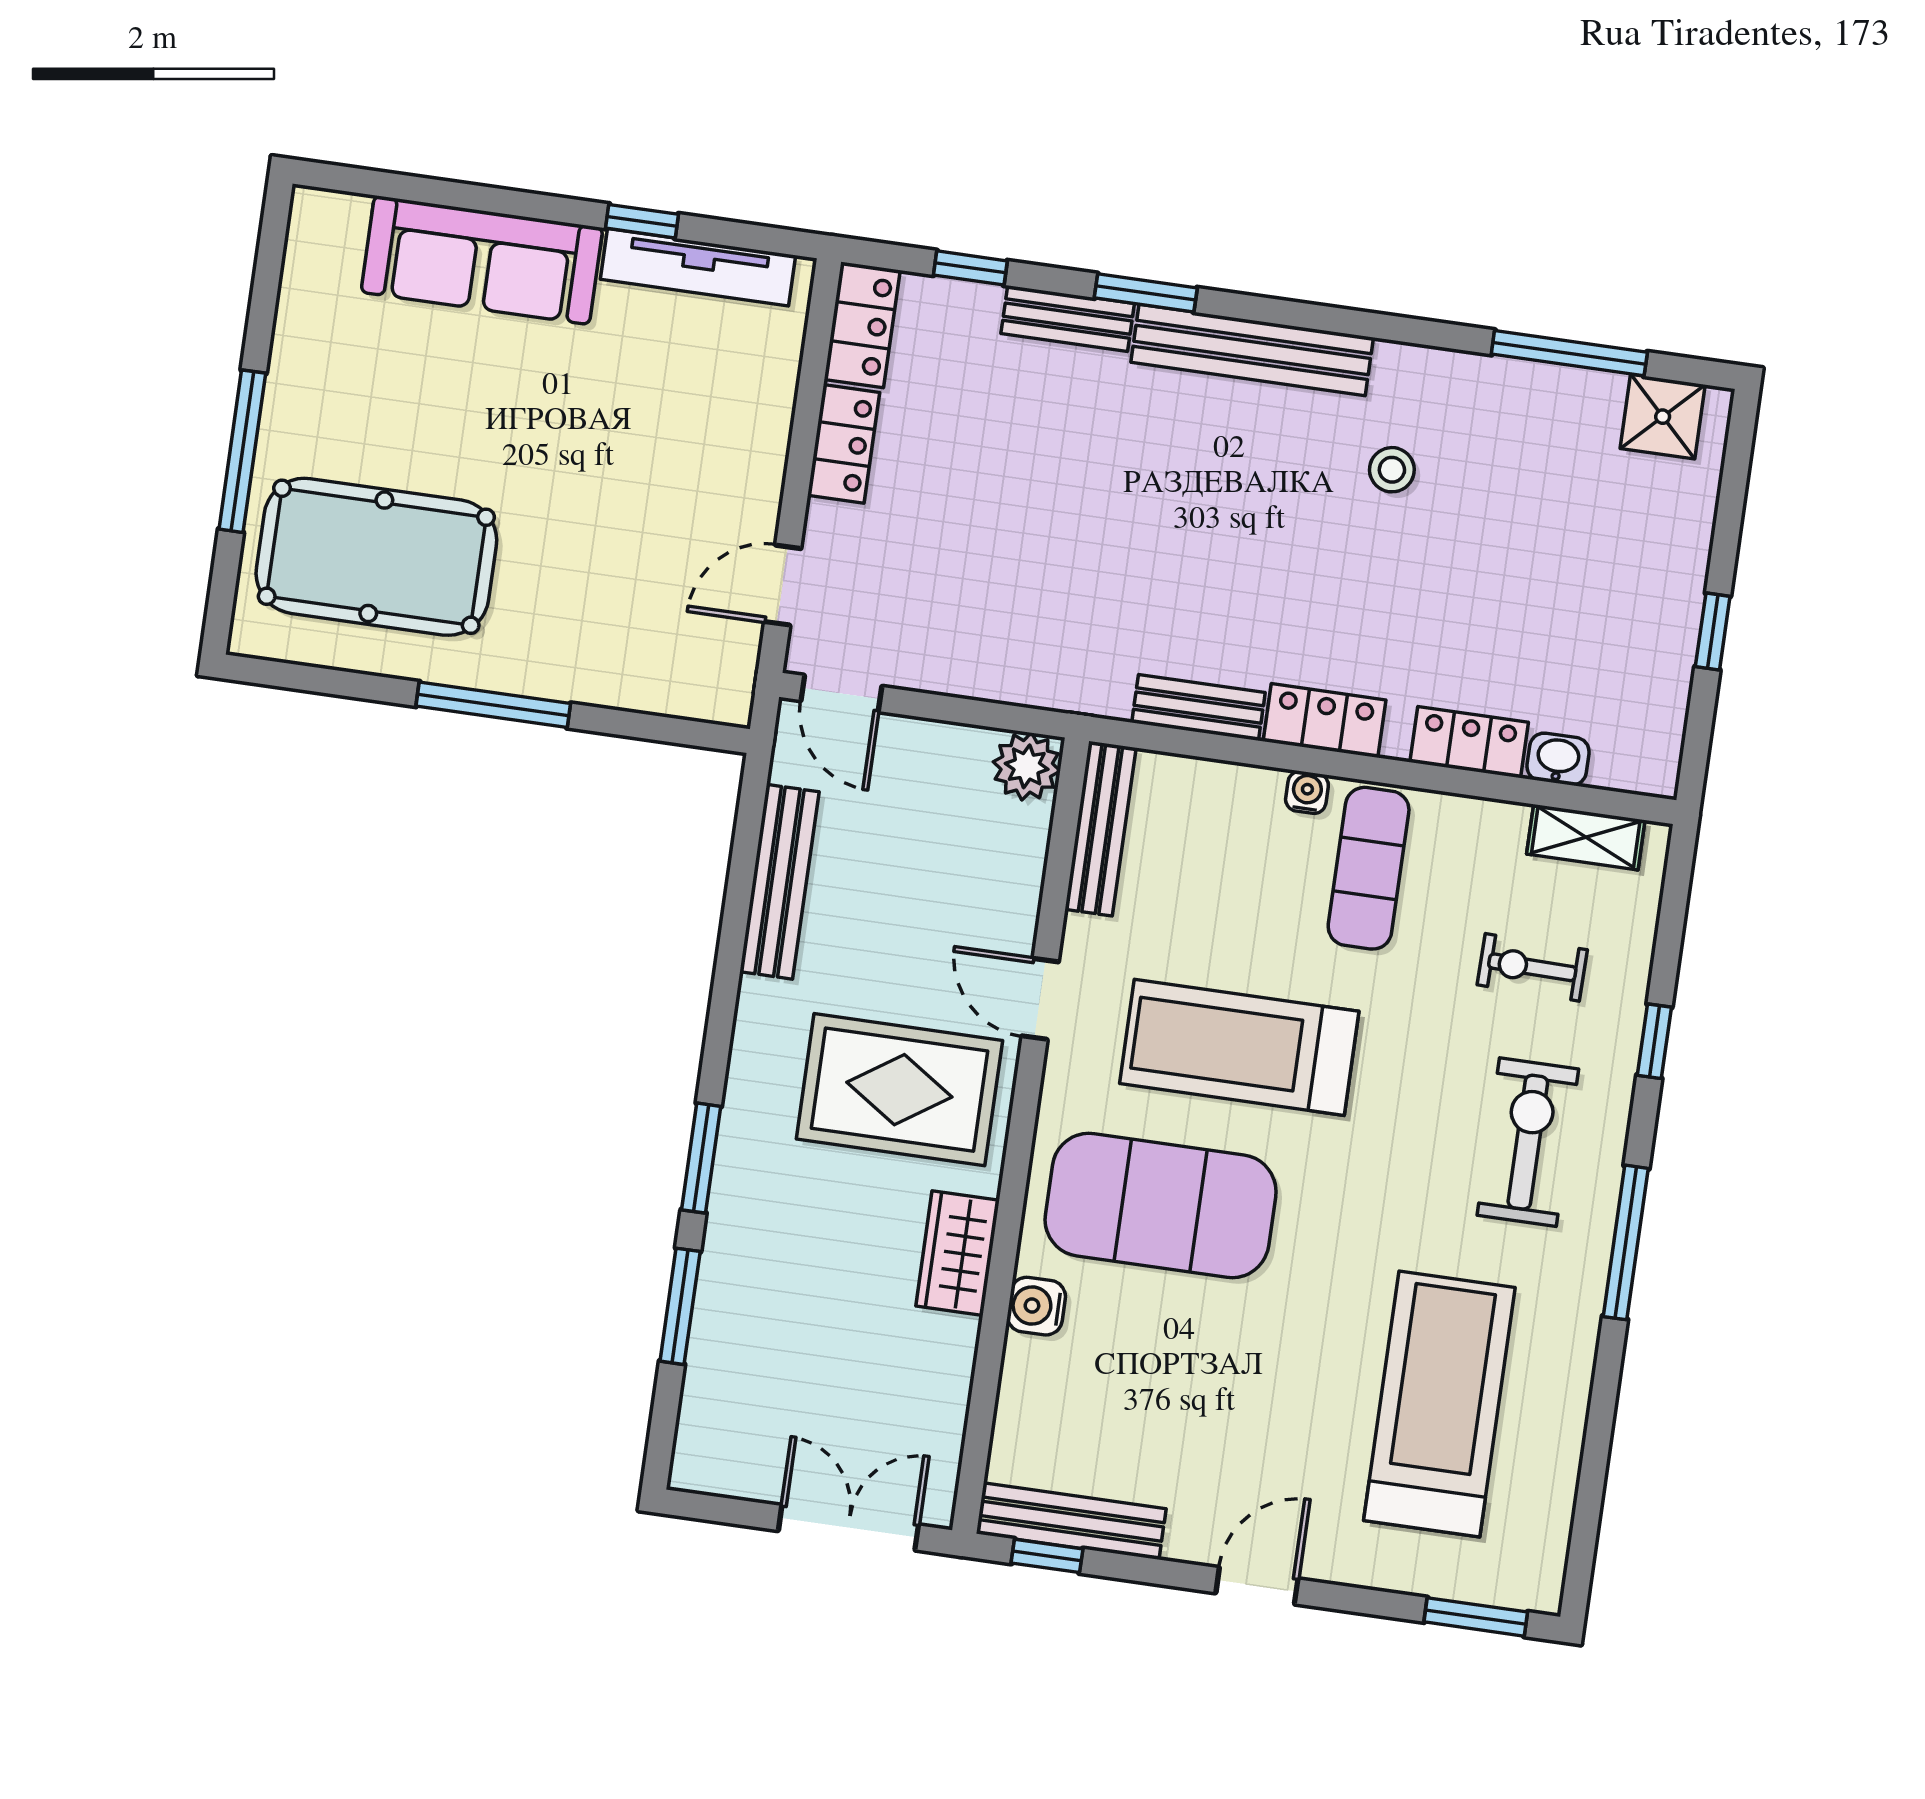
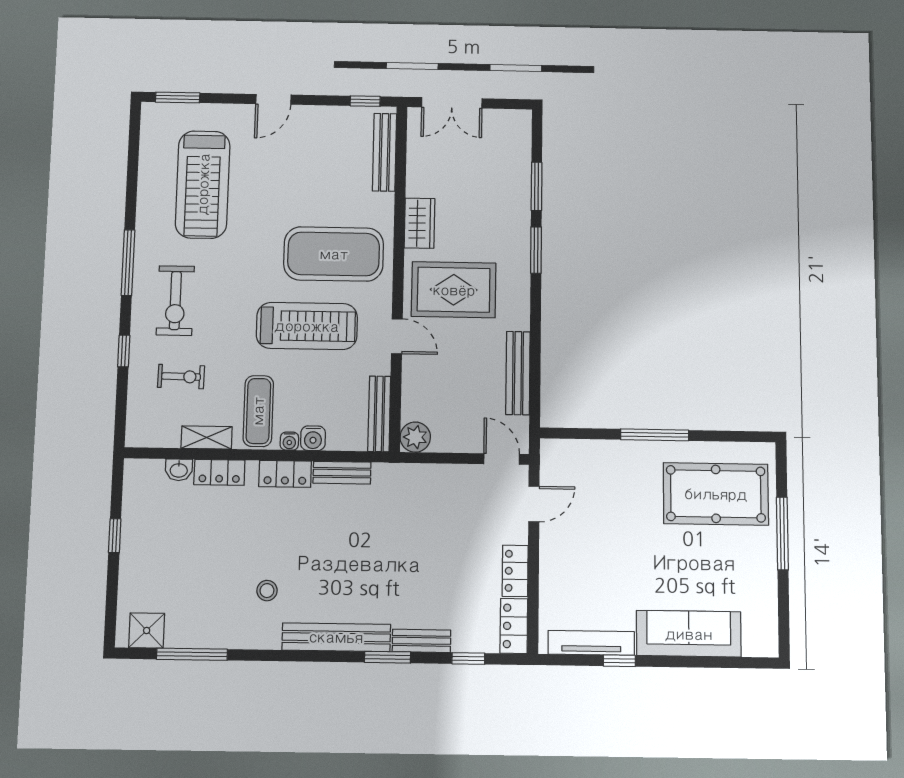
shelving: (1586, 837) -> (207, 437), moved
water cooler: (1036, 1306) -> (313, 438), moved, turned 90
bench: (1071, 1521) -> (385, 152), moved, turned 90

